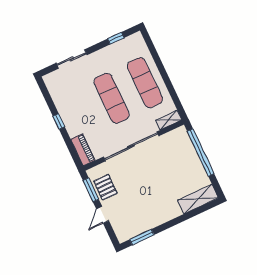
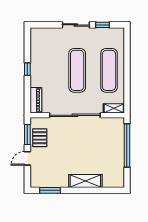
sliding door: (72, 59) -> (76, 25), moved
shelving: (198, 199) -> (85, 181), moved

